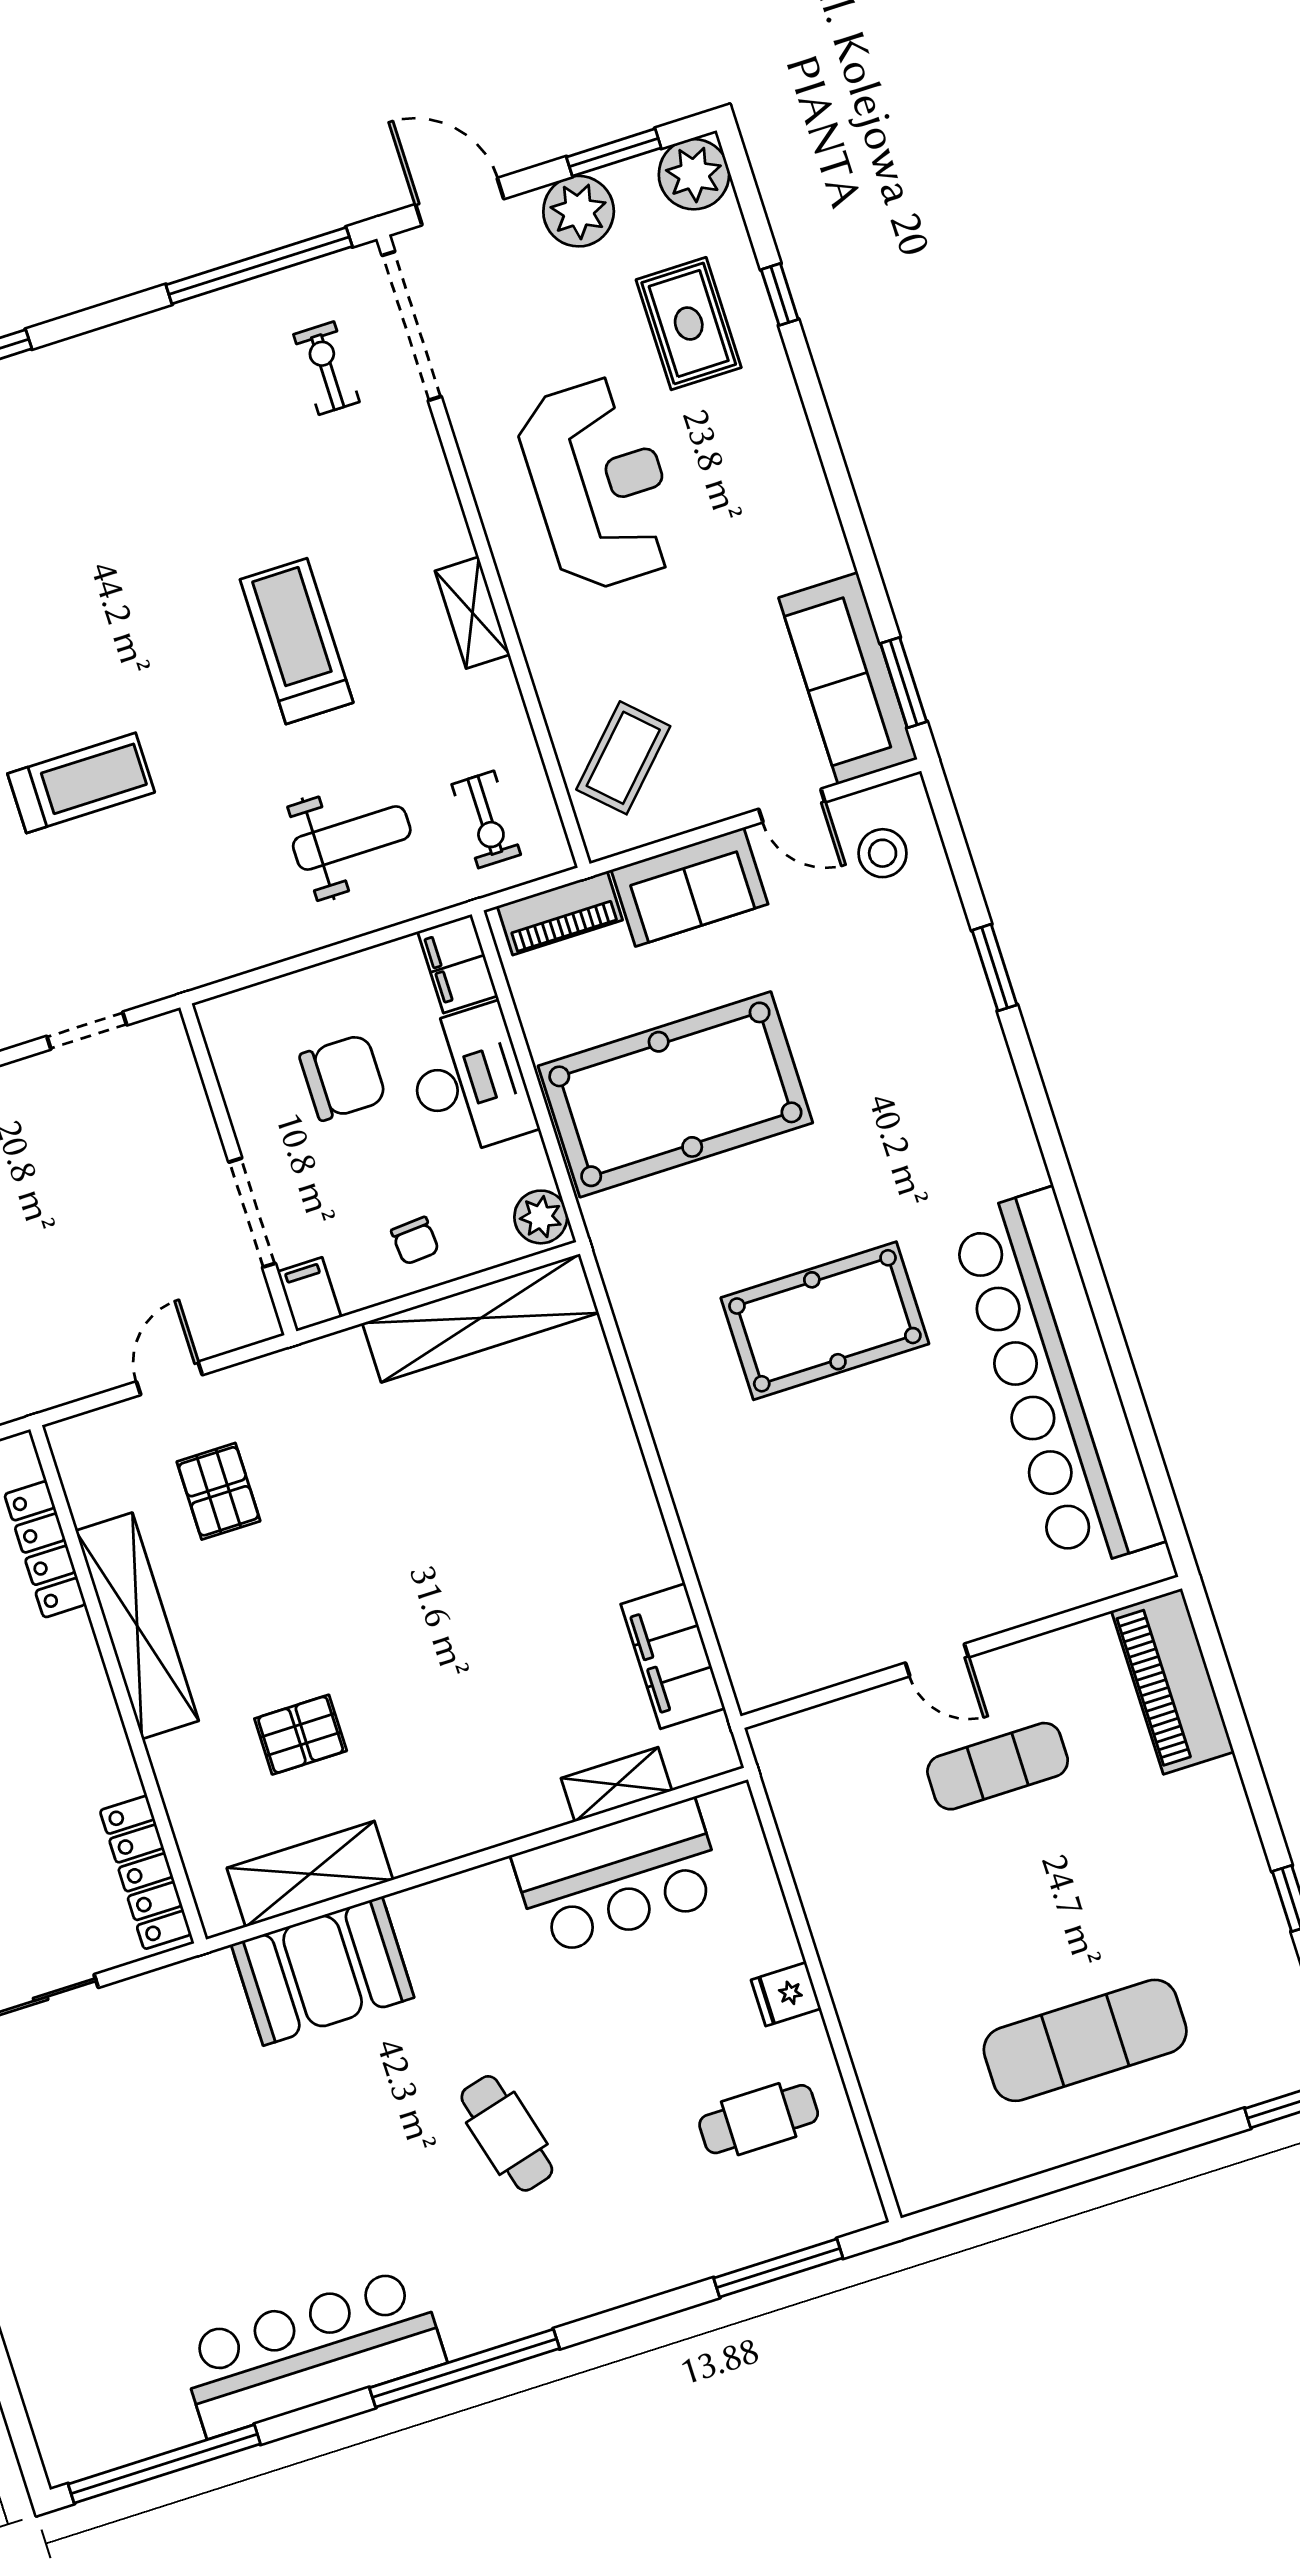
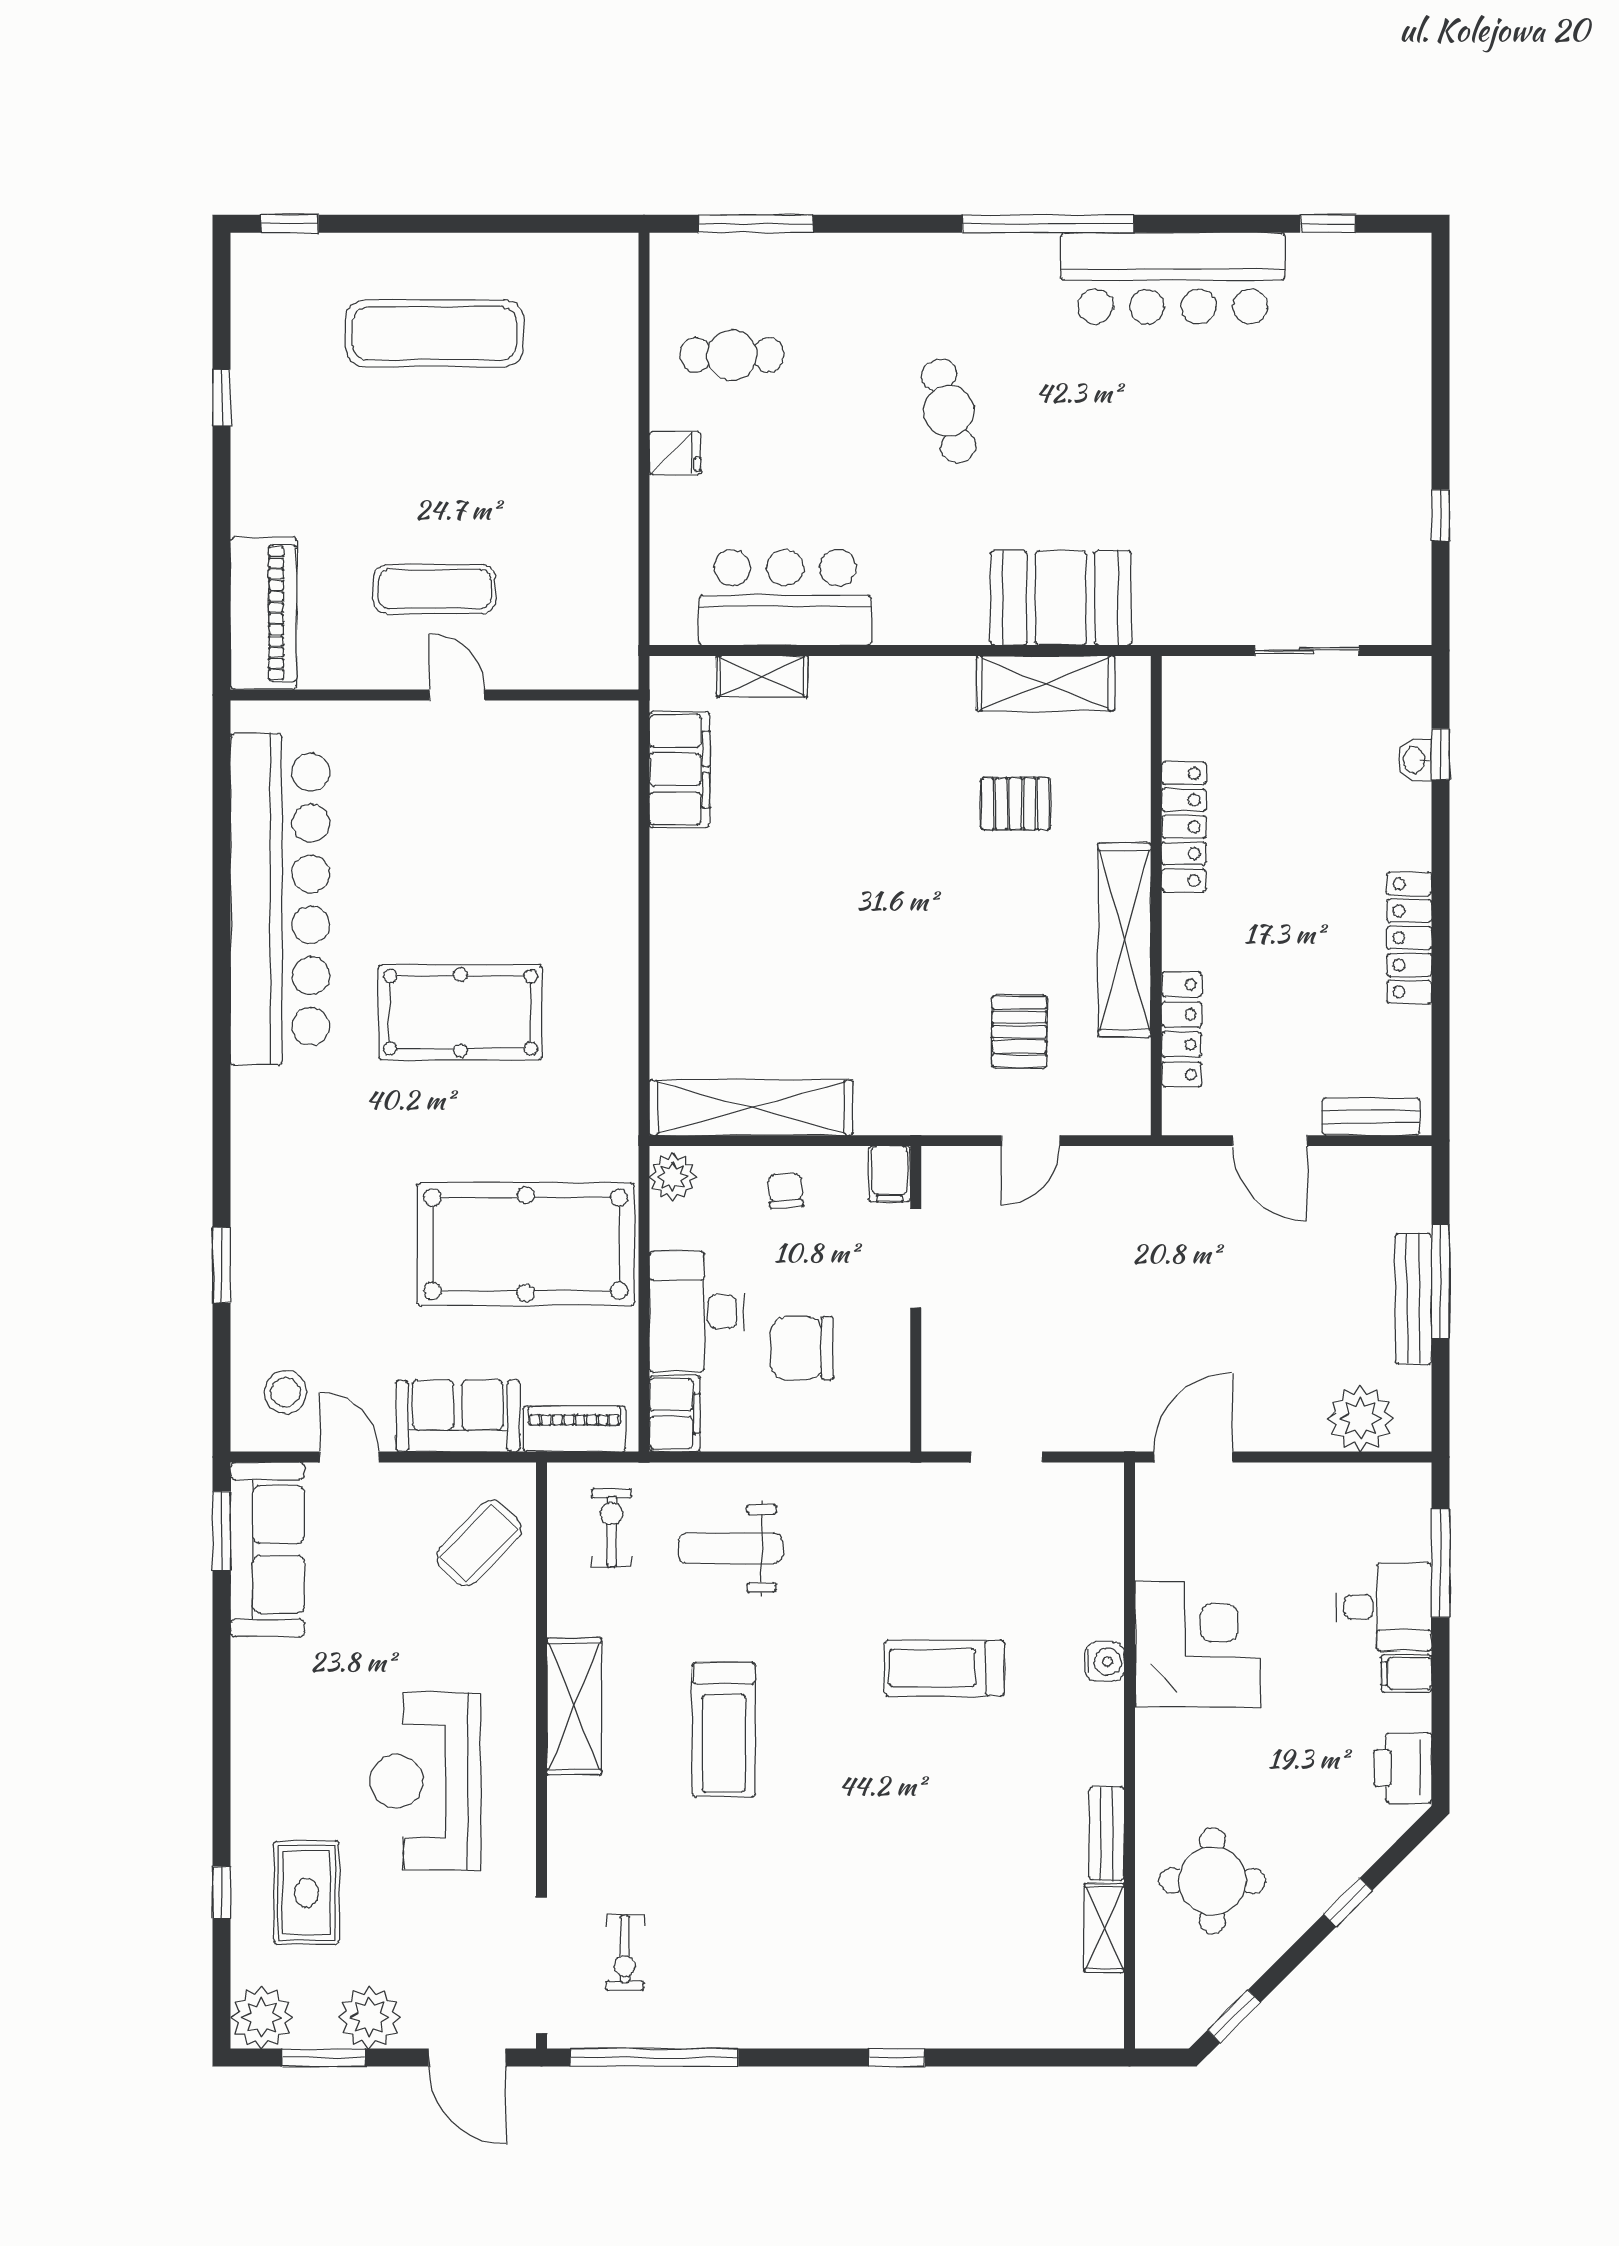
shelving: (472, 613) -> (574, 1706), width x1.50, depth x1.33
locker: (146, 1872) -> (1184, 827), moved
window: (164, 2464) -> (1328, 224), width x0.32

